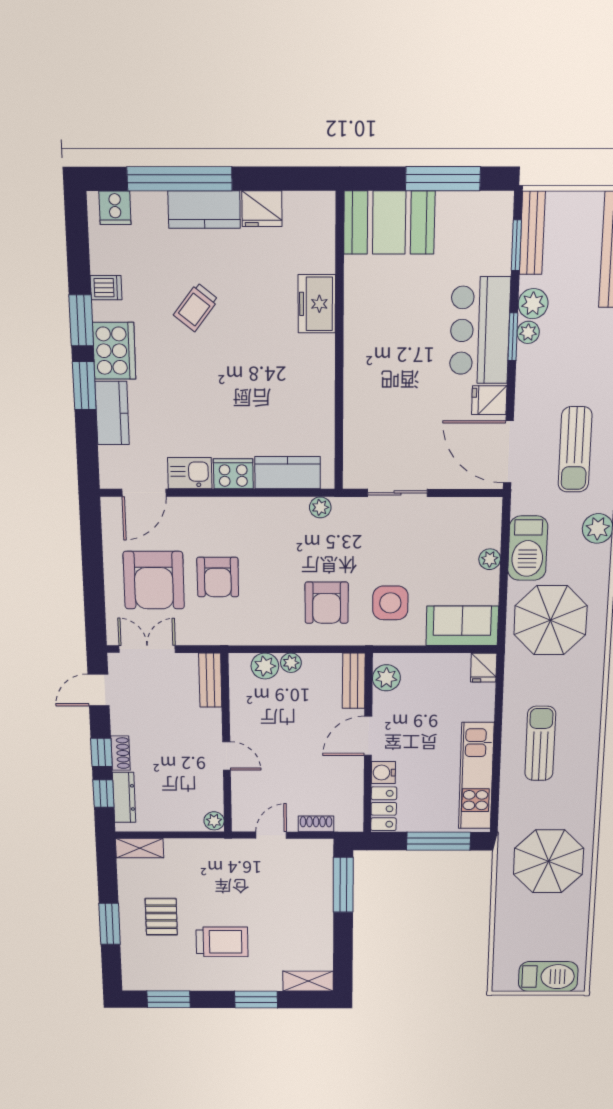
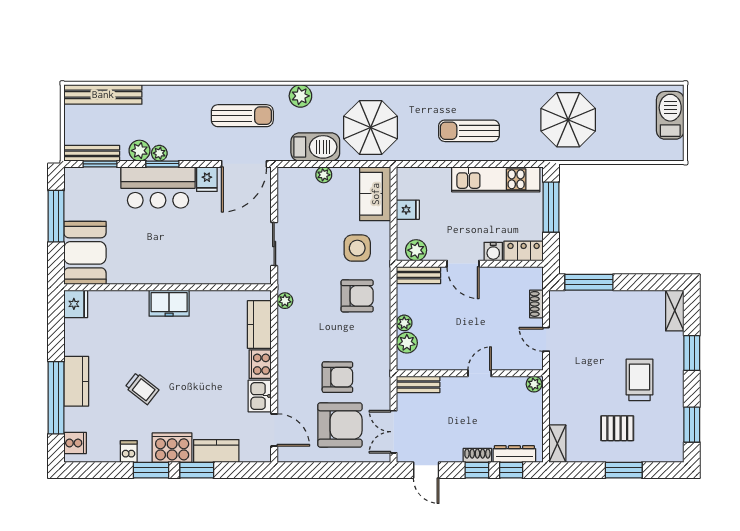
fridge: (262, 209) -> (76, 304), moved
freezer: (317, 304) -> (169, 303), moved
fridge: (484, 668) -> (408, 210), moved

